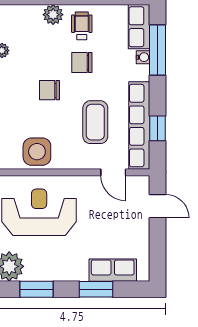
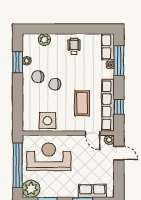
plant: (53, 15) -> (44, 40), moved
chair: (82, 62) -> (38, 77), moved
plant: (141, 184) -> (109, 140), added

